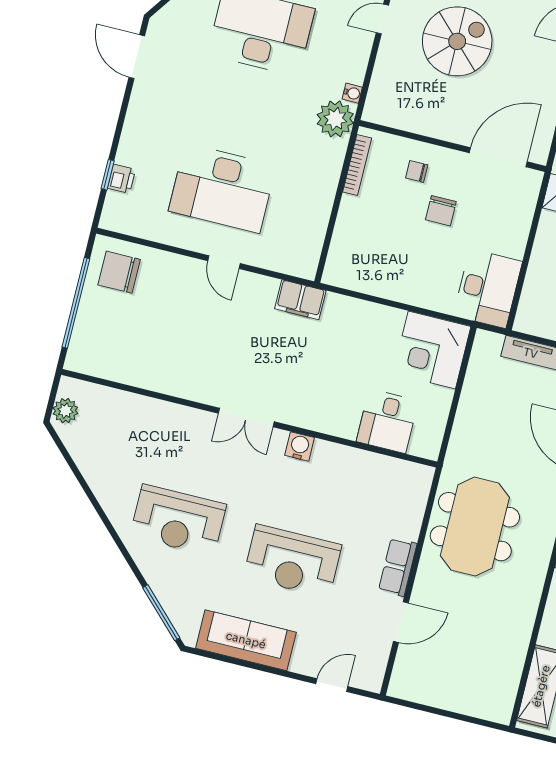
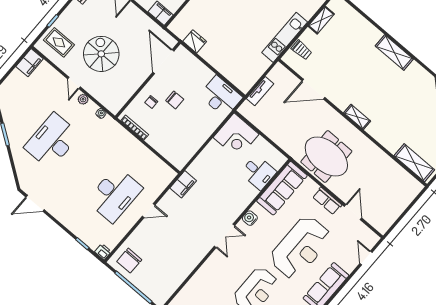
plant: (335, 119) -> (83, 99), moved, width x0.53, depth x0.53
printer: (121, 179) -> (103, 252), moved
sofa: (380, 477) -> (282, 188), added
reception desk: (292, 561) -> (300, 248), width x1.36, depth x1.30

